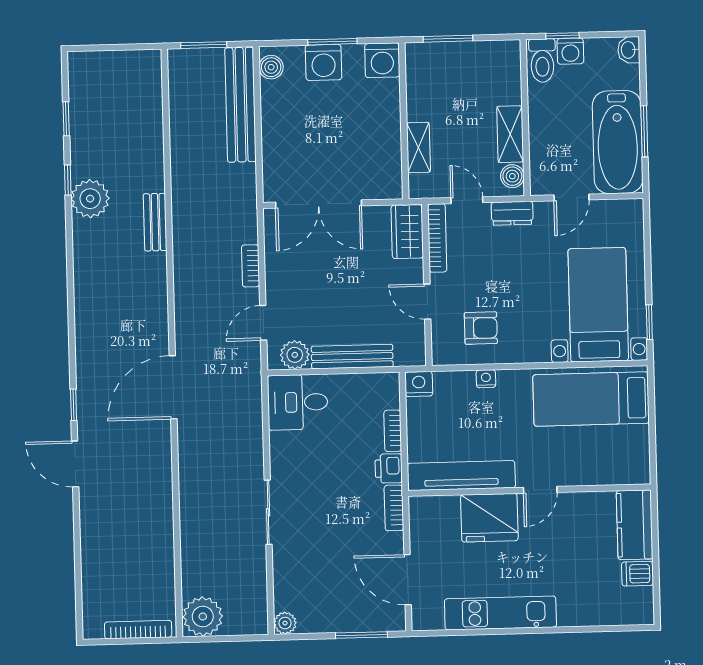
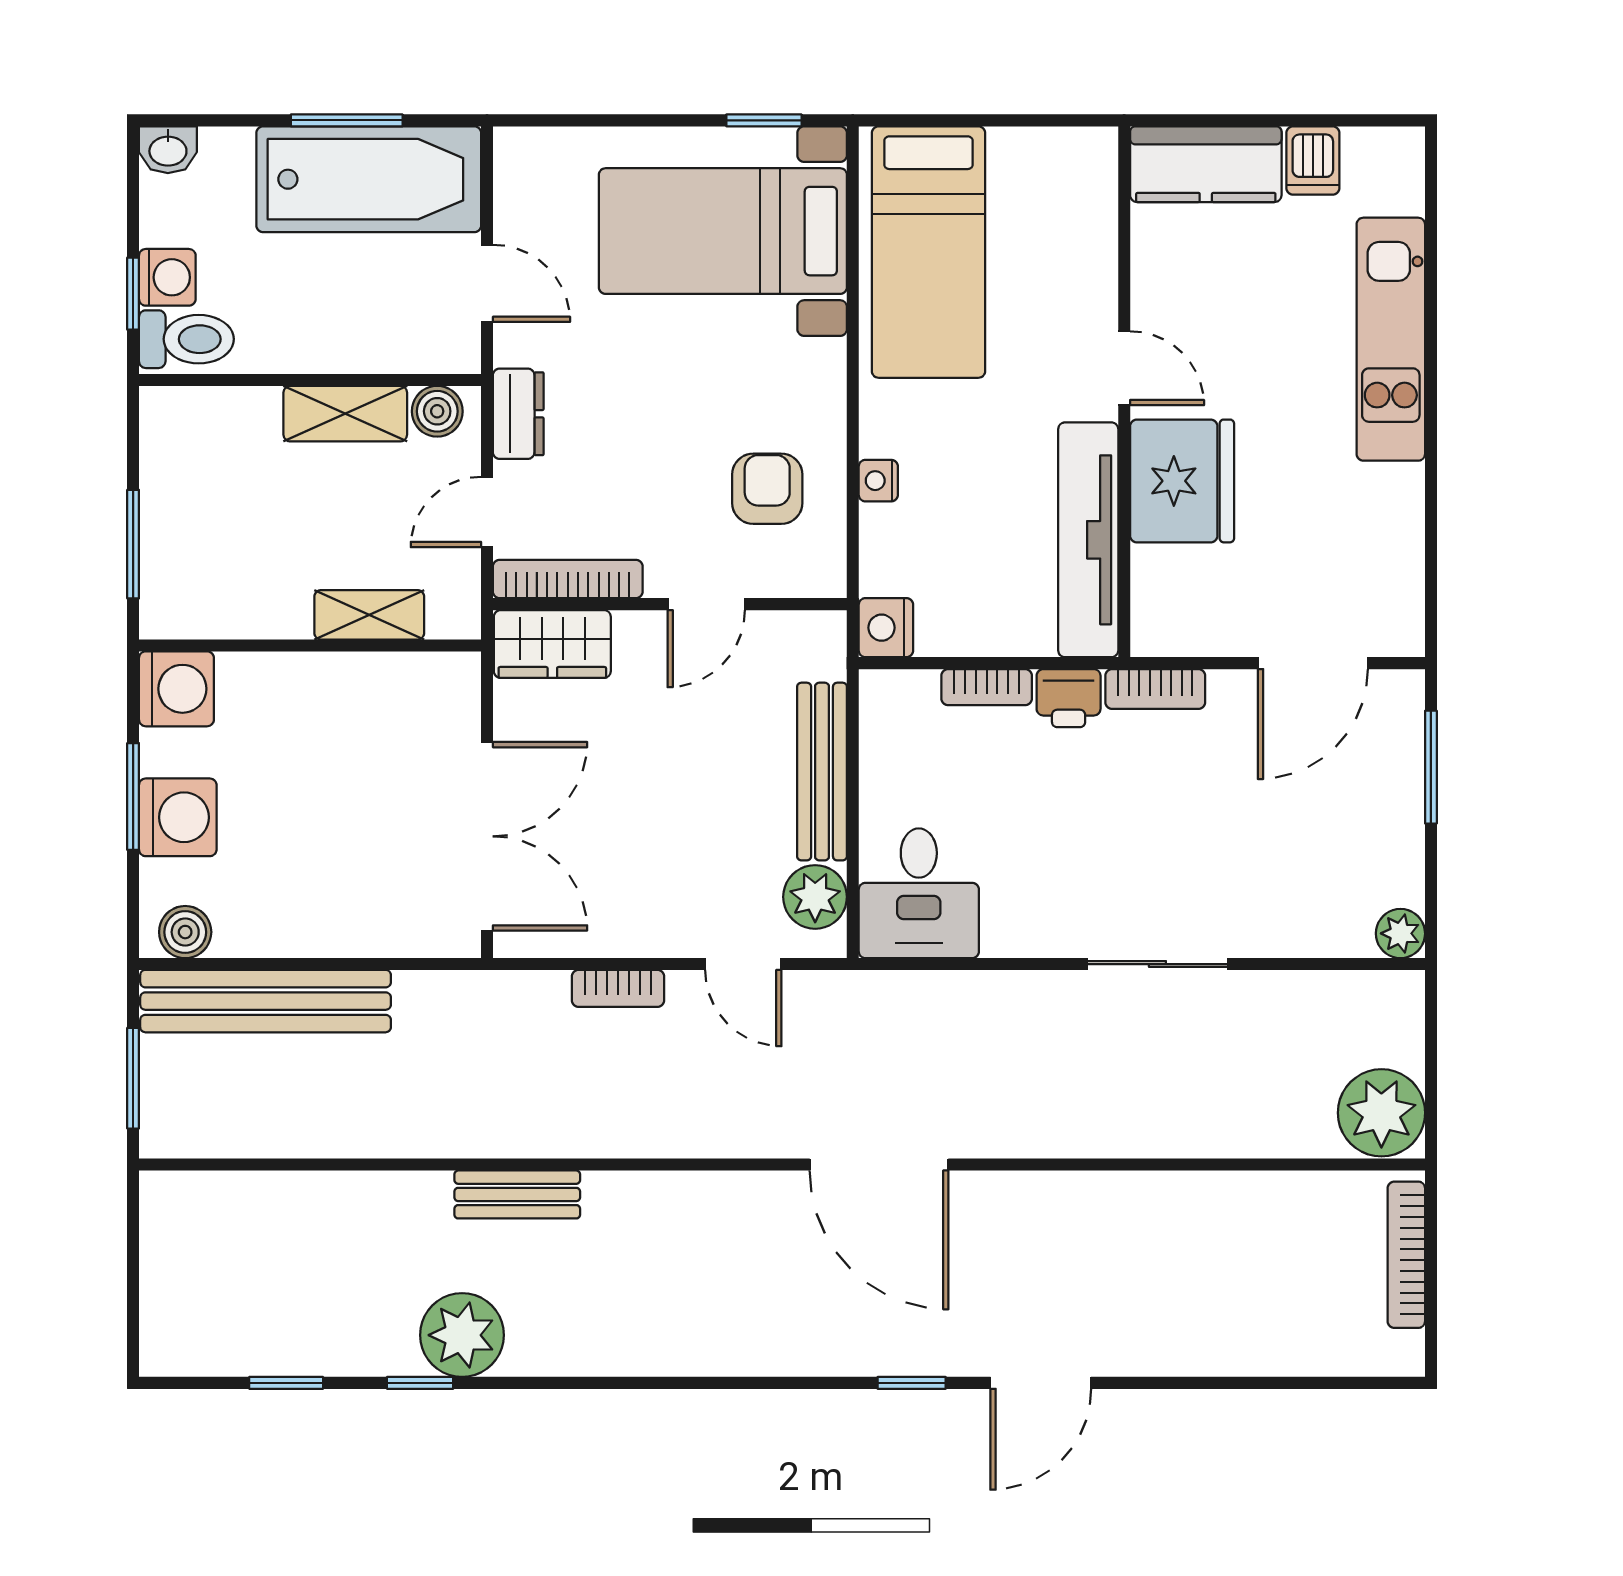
kitchen unit: (500, 613) -> (1391, 339), moved

